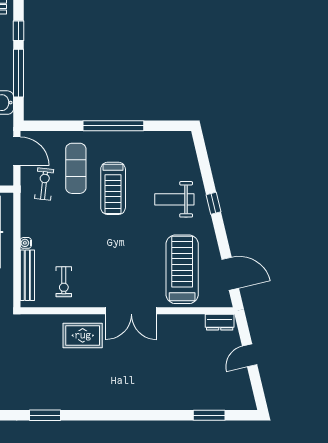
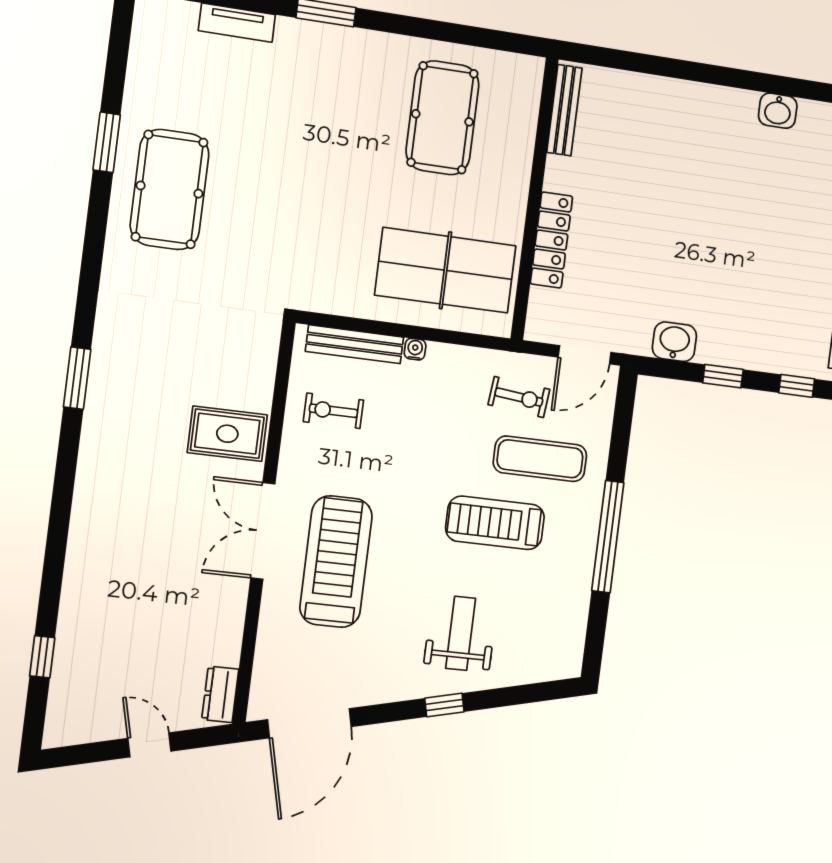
window: (19, 73) -> (723, 376), width x0.46
treadmill: (182, 269) -> (336, 562), moved, turned -90
door: (230, 274) -> (310, 723), width x1.36
rug: (83, 335) -> (227, 434), turned 90
window: (45, 415) -> (77, 378), moved
window: (209, 415) -> (42, 657), width x0.67

